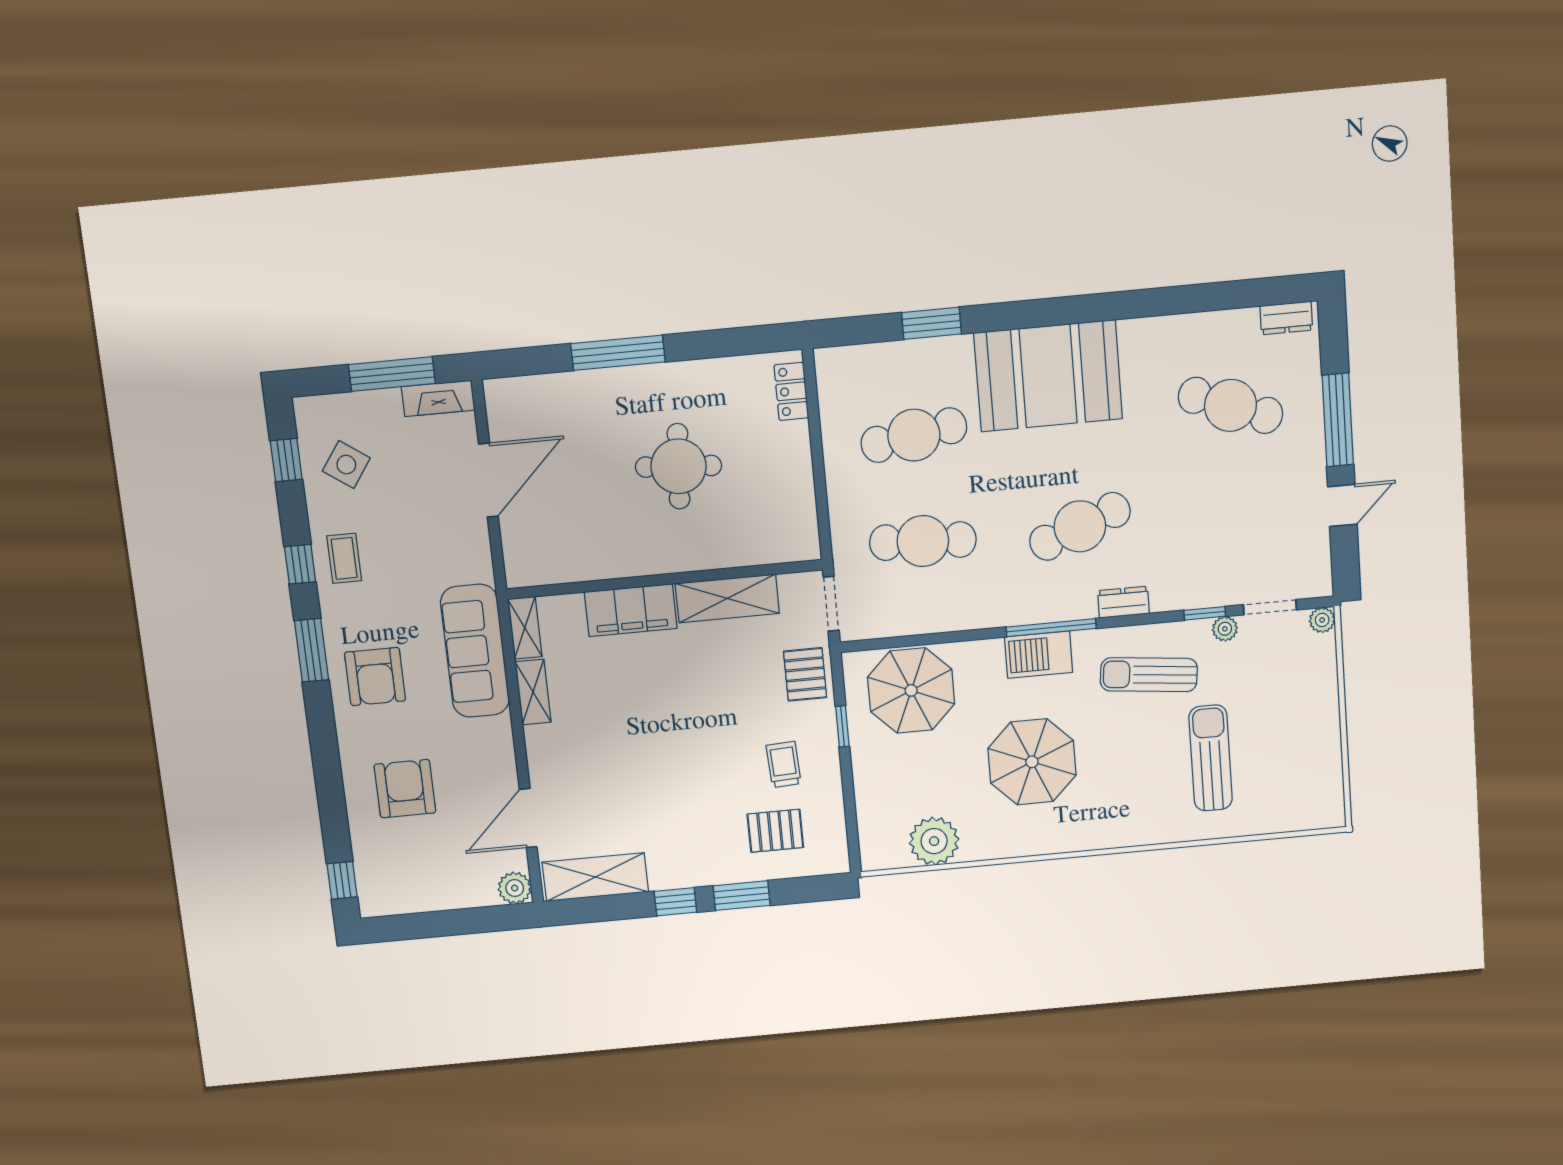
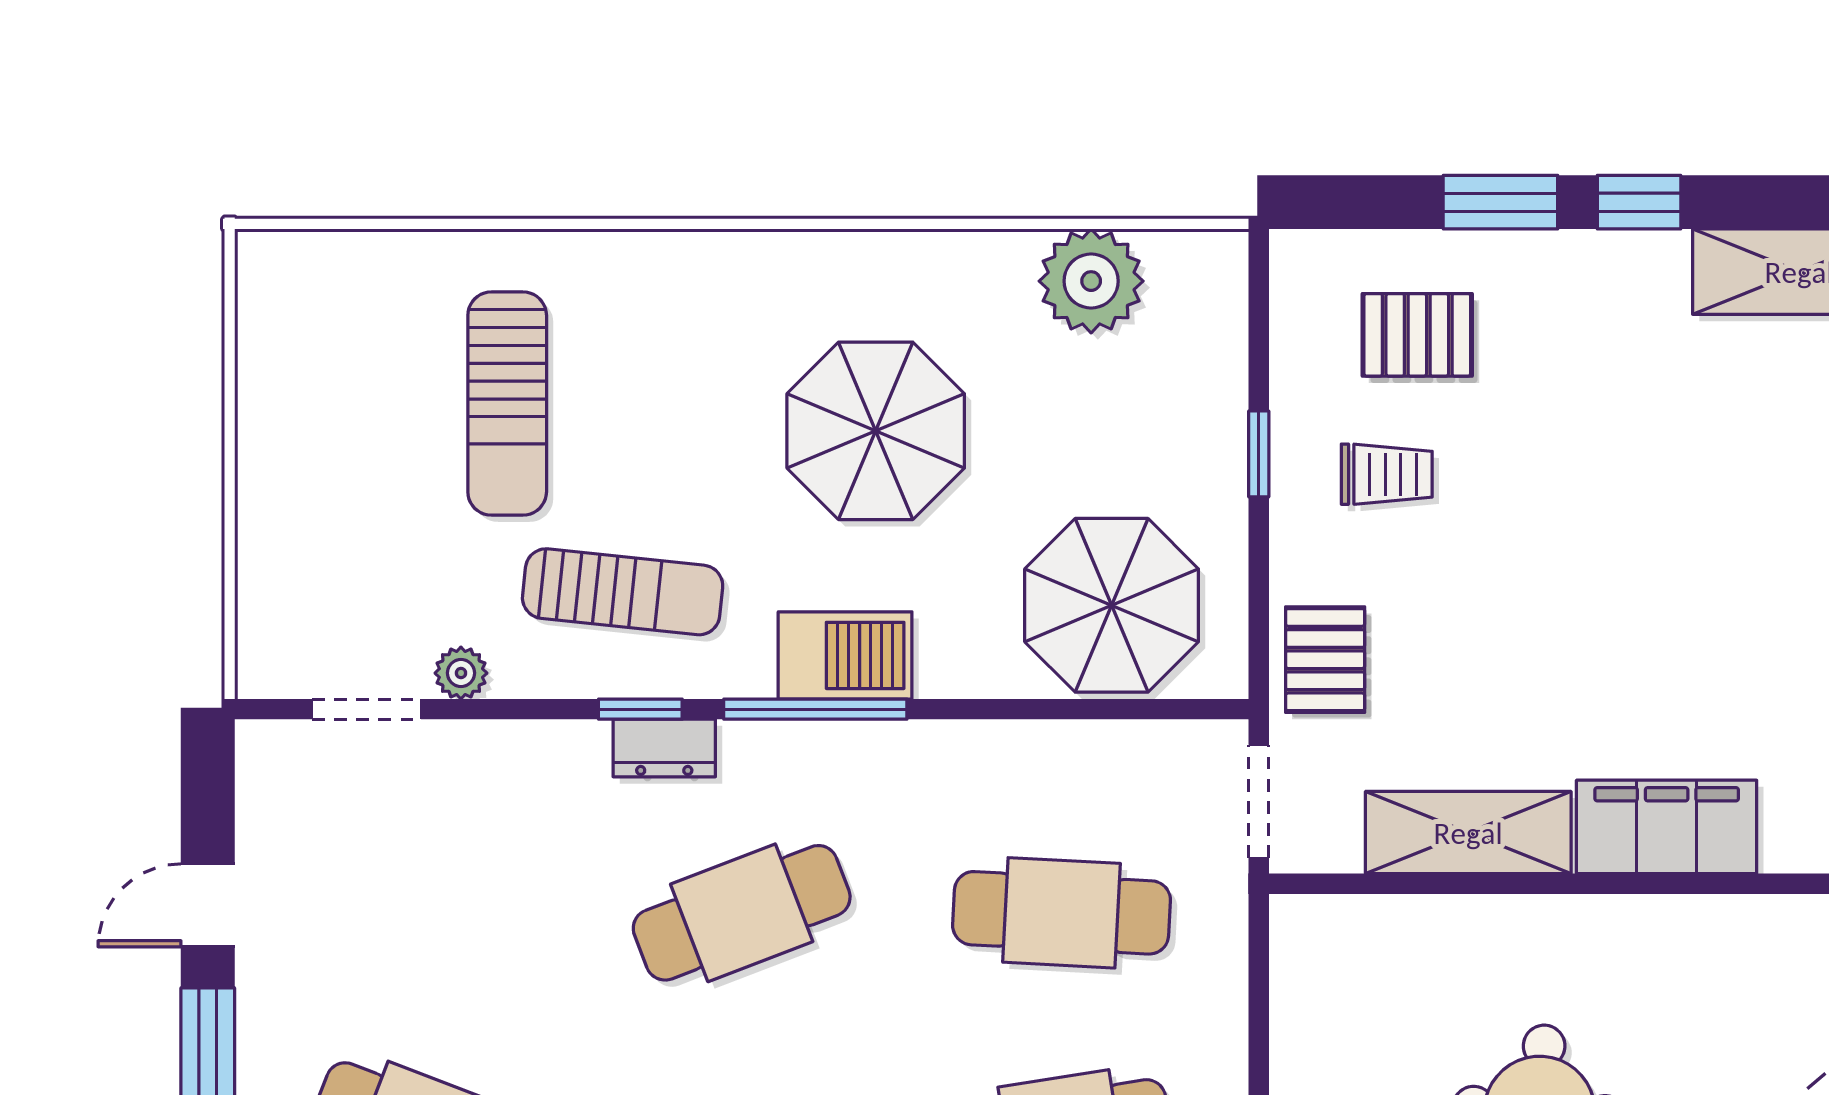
window: (1205, 613) -> (640, 709), moved
plant: (1322, 620) -> (261, 672), removed
window: (842, 726) -> (1259, 454), moved
trolley: (784, 765) -> (1387, 474), turned -87

